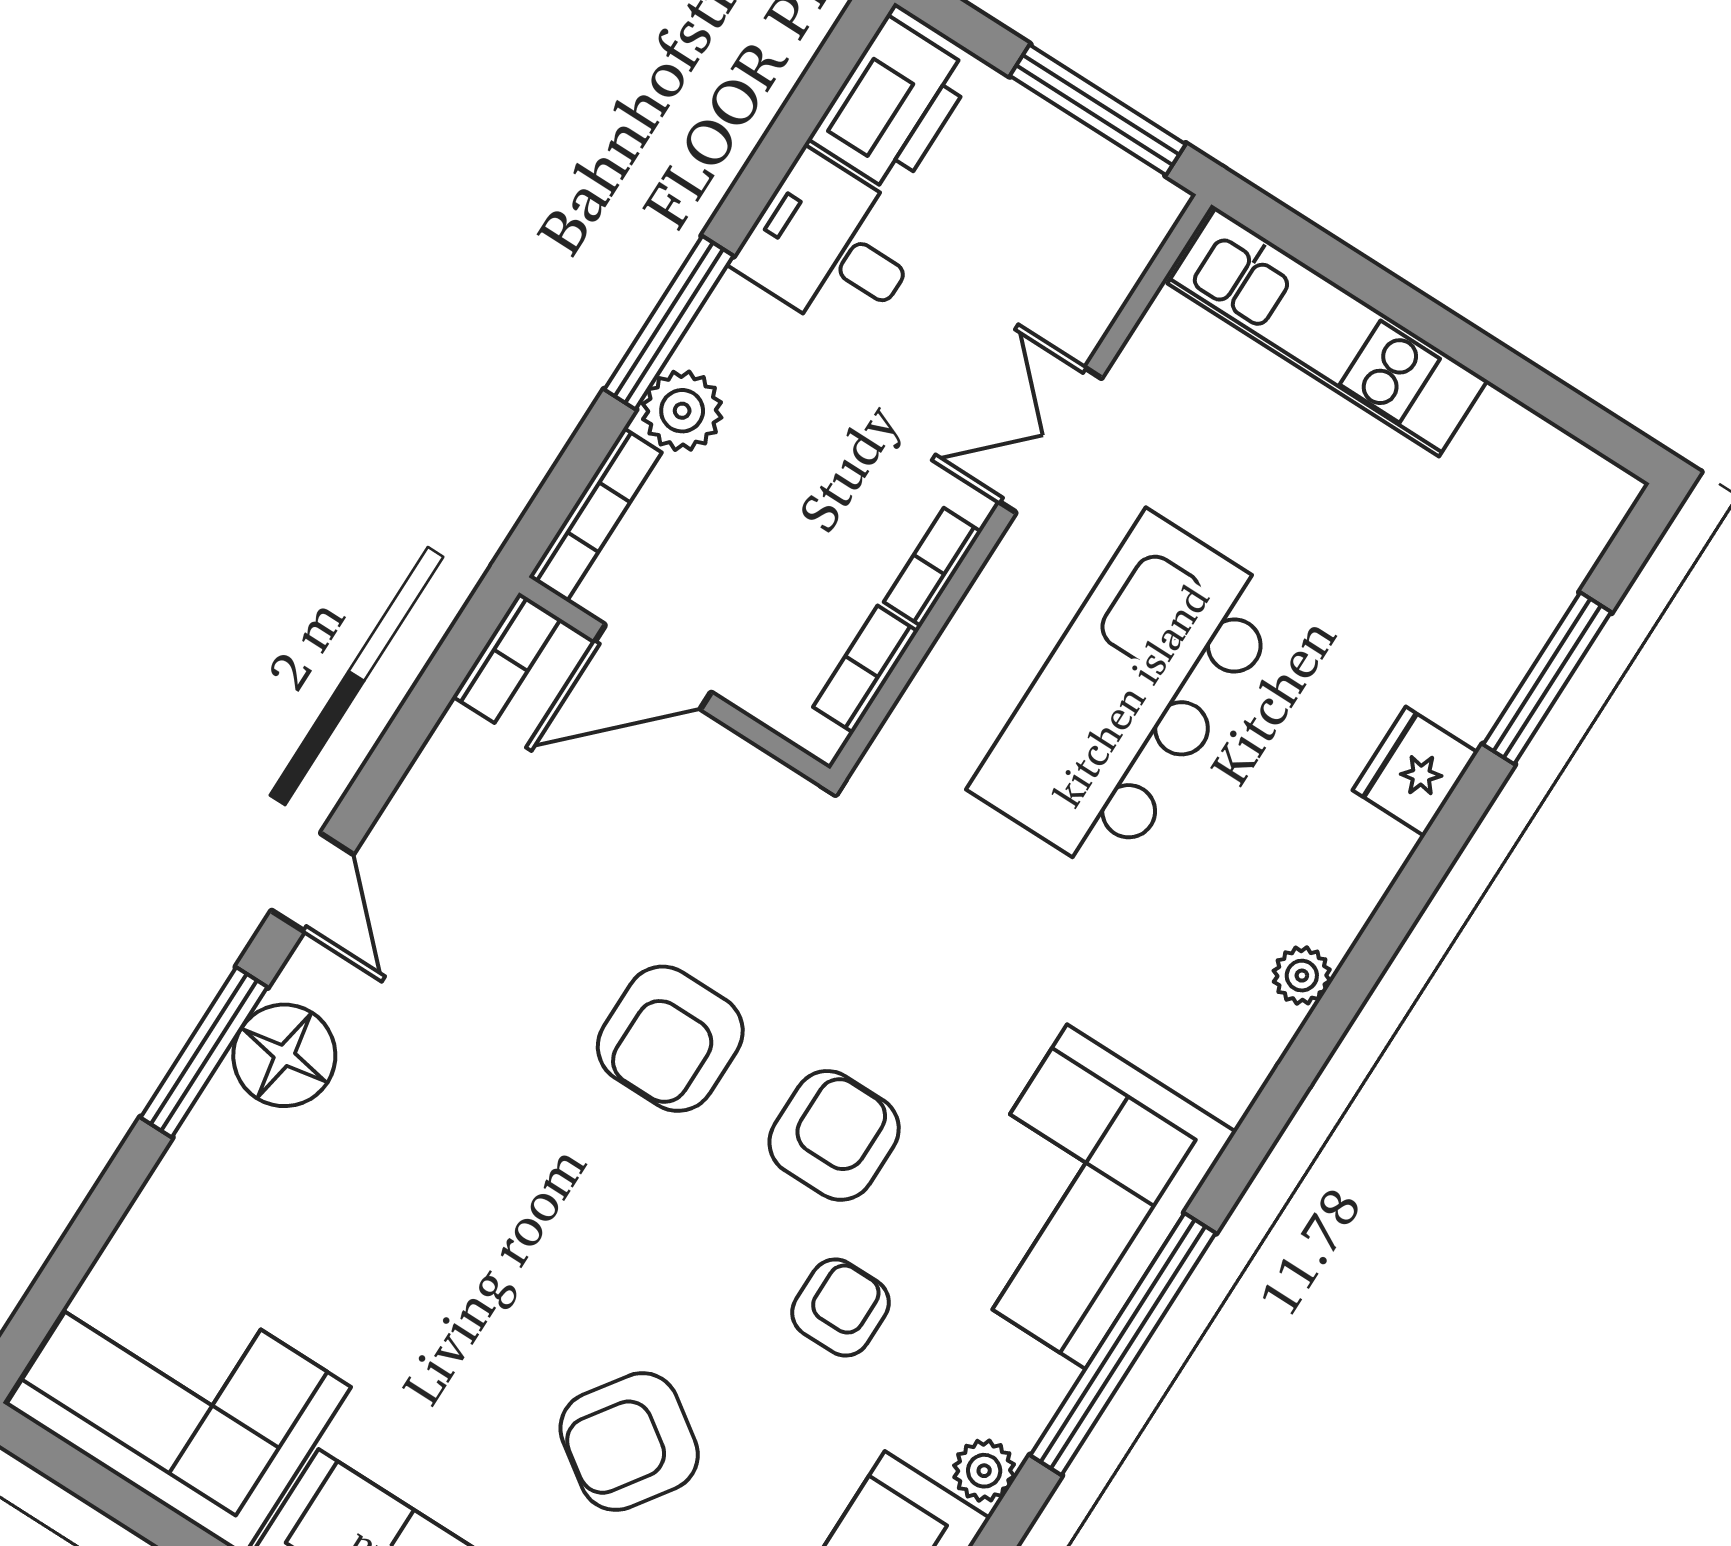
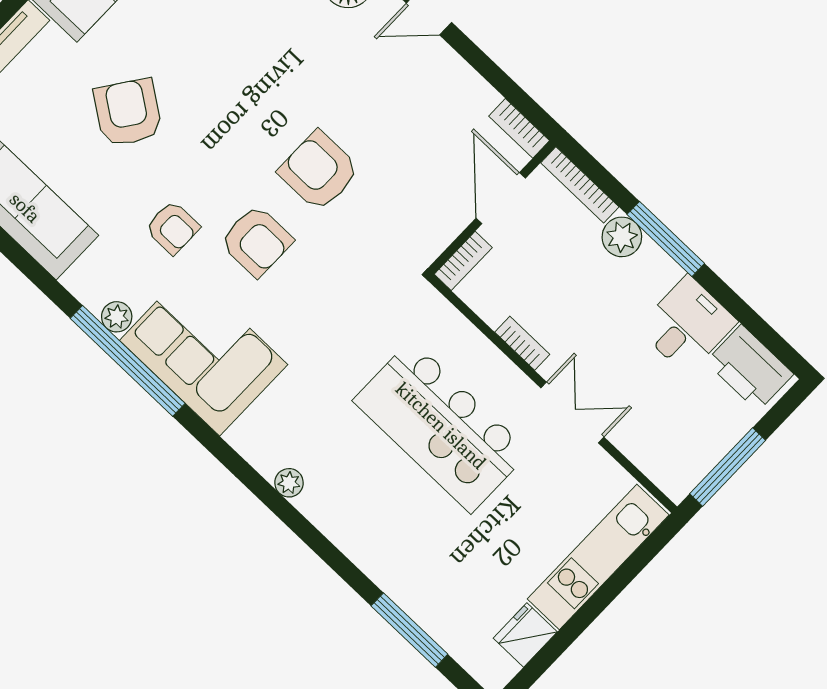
bookcase: (866, 669) -> (463, 261), moved, turned 90
kitchen island: (1130, 695) -> (441, 426), turned 180
fridge: (1415, 771) -> (525, 635), moved, turned -90
plant: (984, 1471) -> (117, 317), moved

